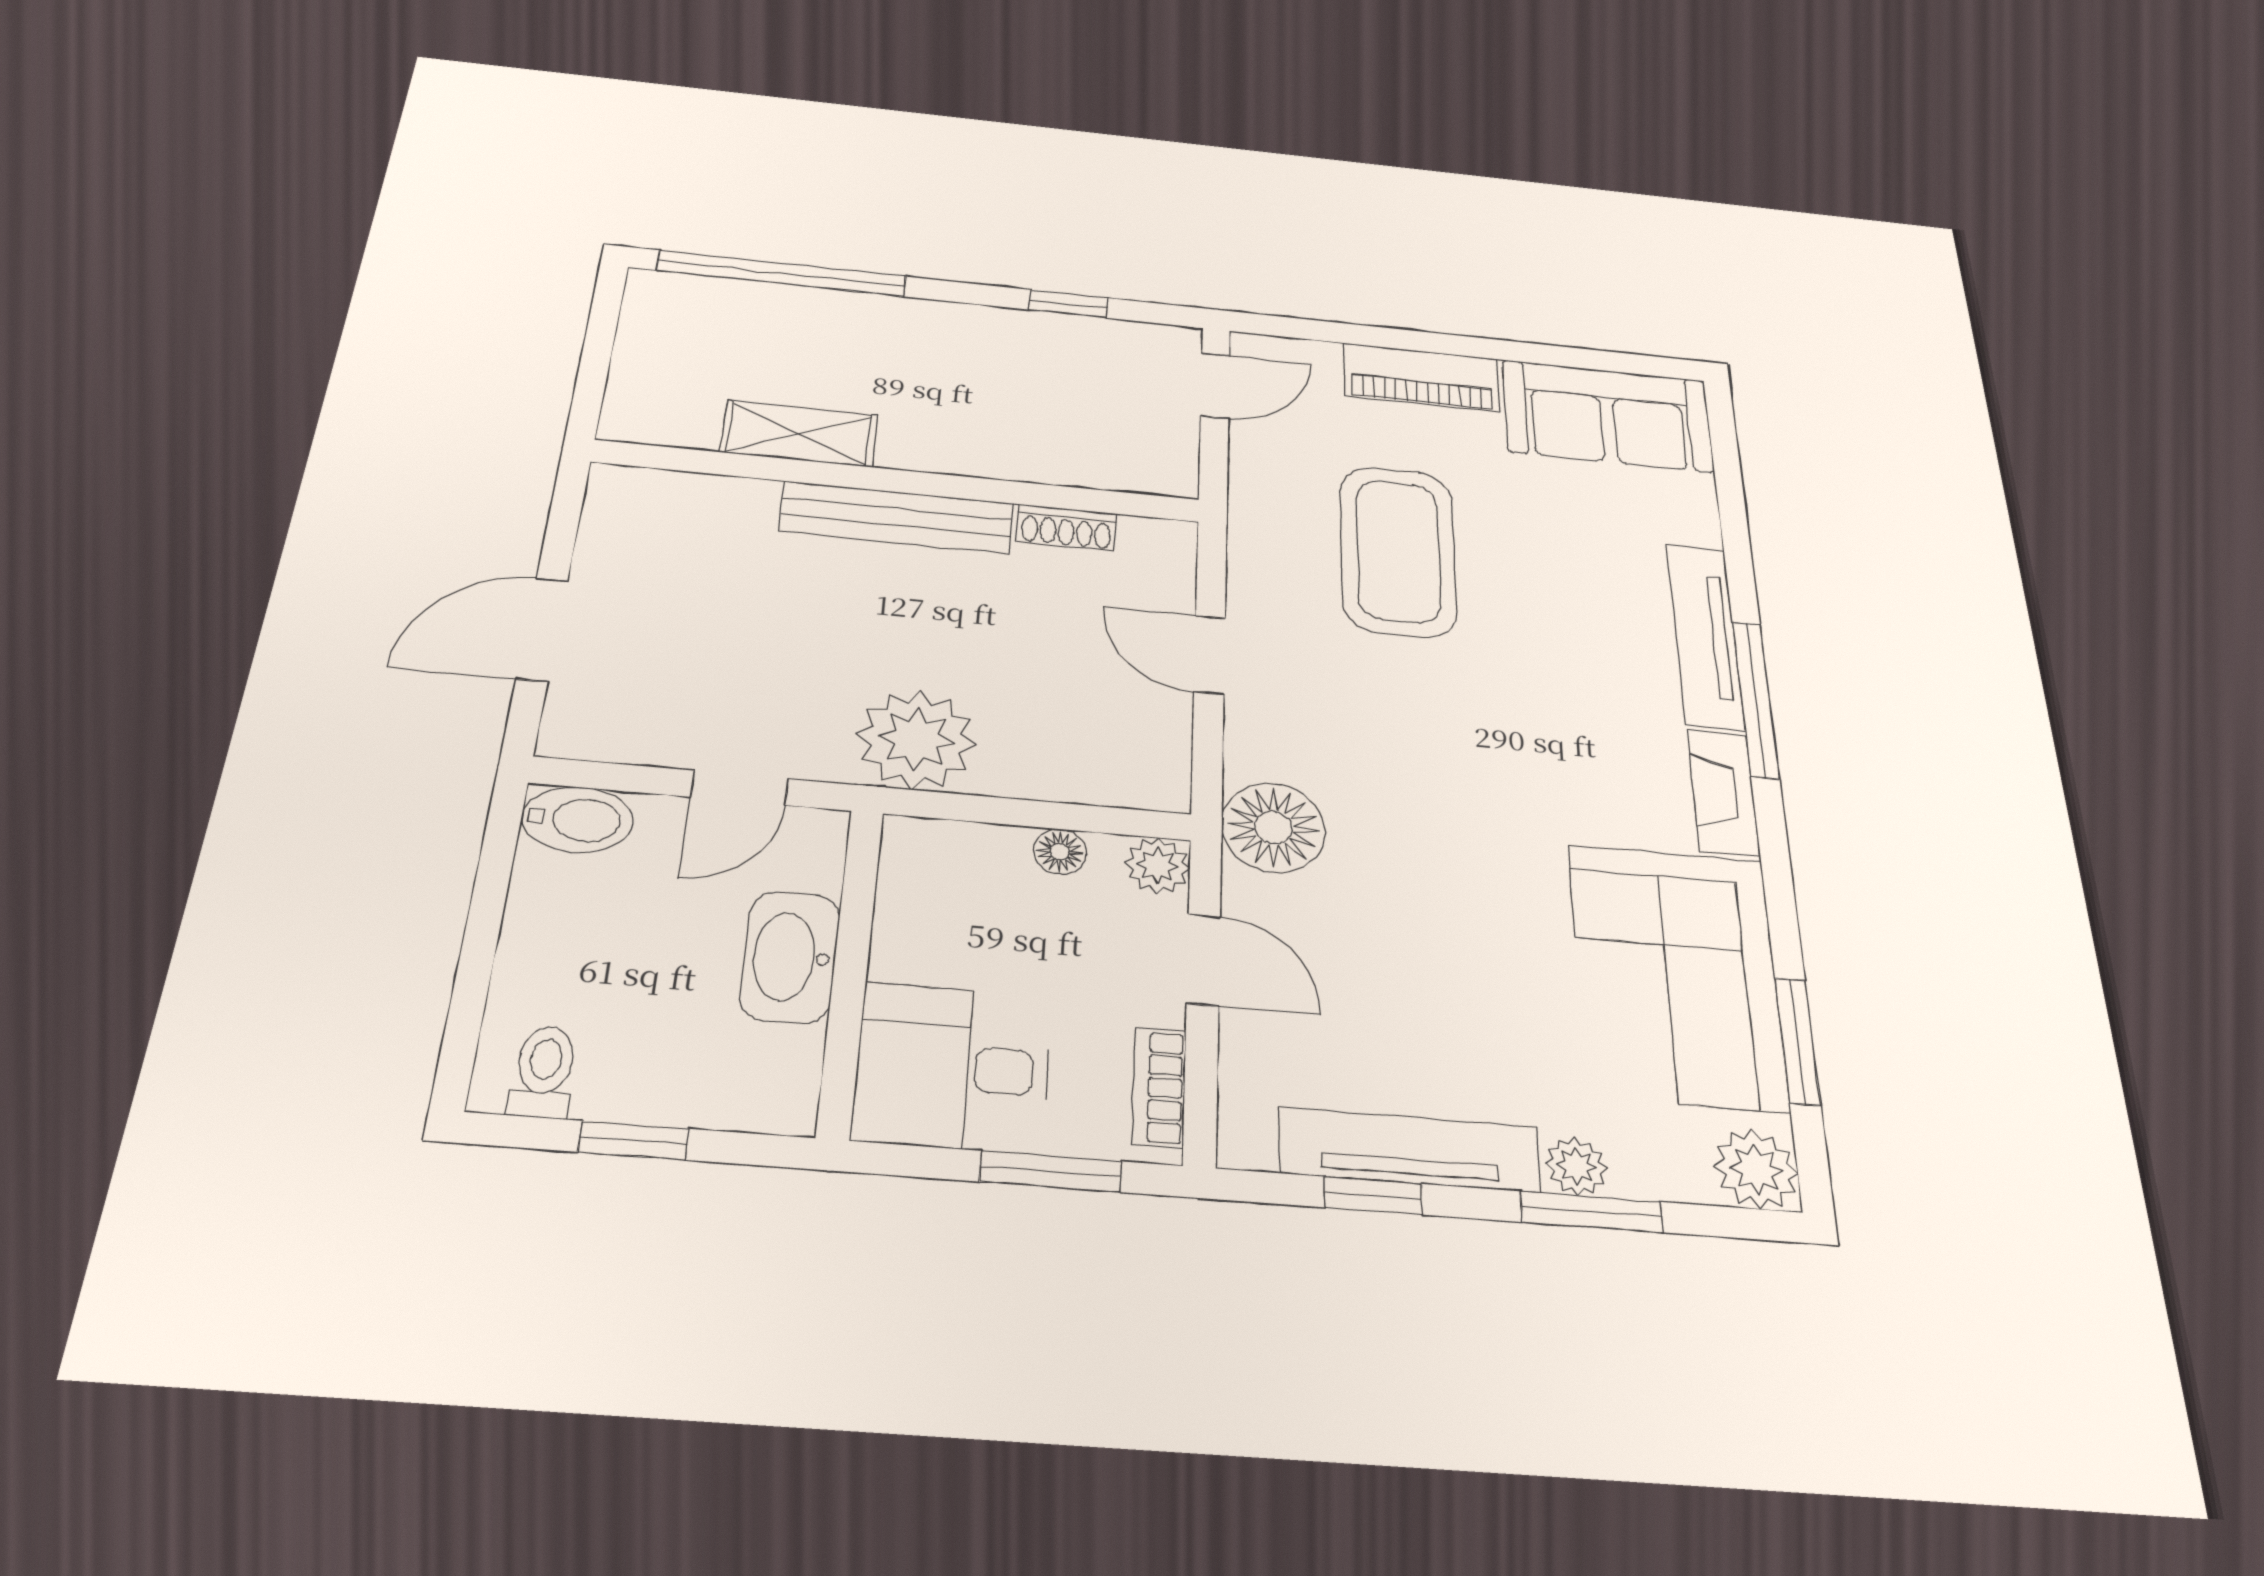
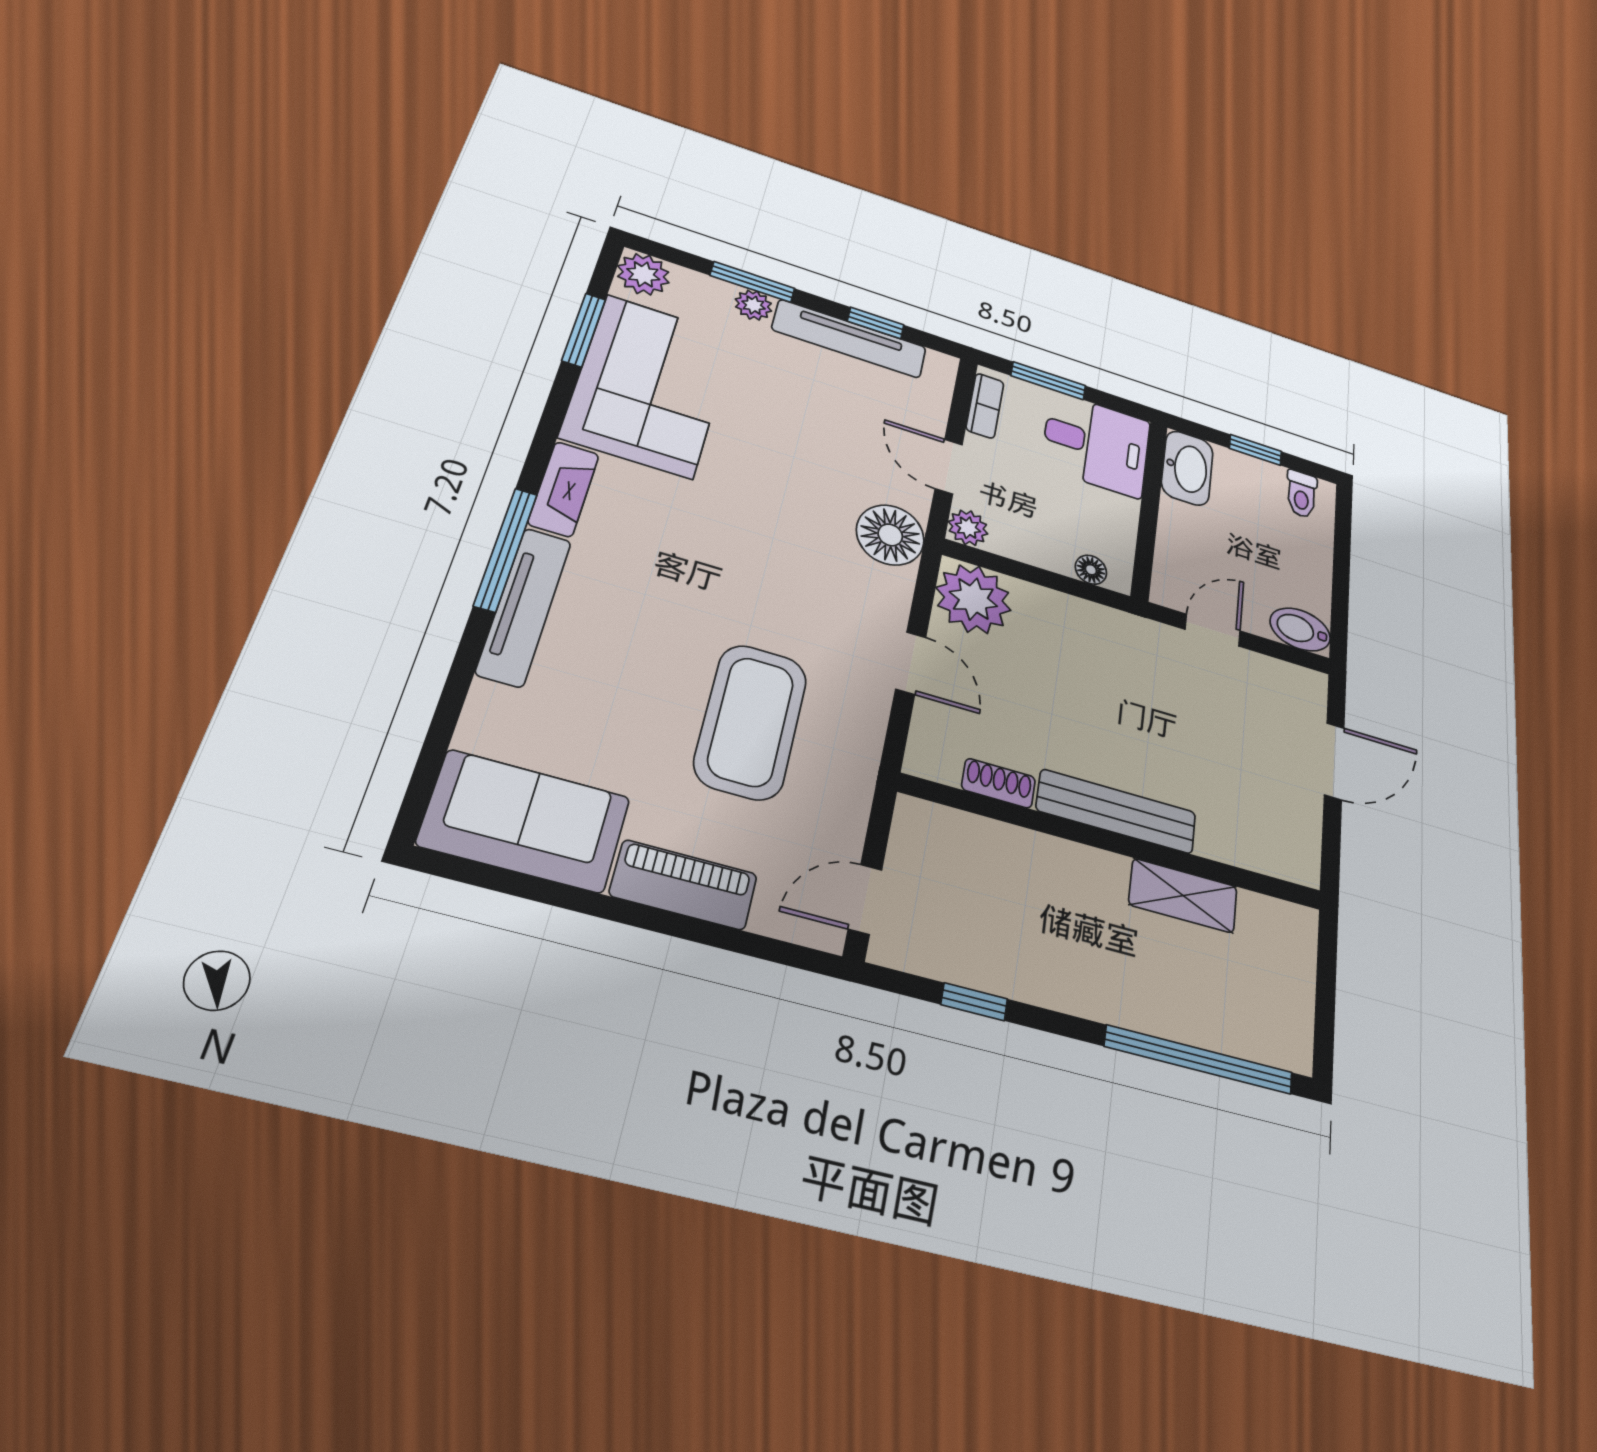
plant: (916, 740) -> (973, 599), moved
floor lamp: (1060, 852) -> (1091, 570), moved
washbasin: (790, 957) -> (1187, 468), moved

